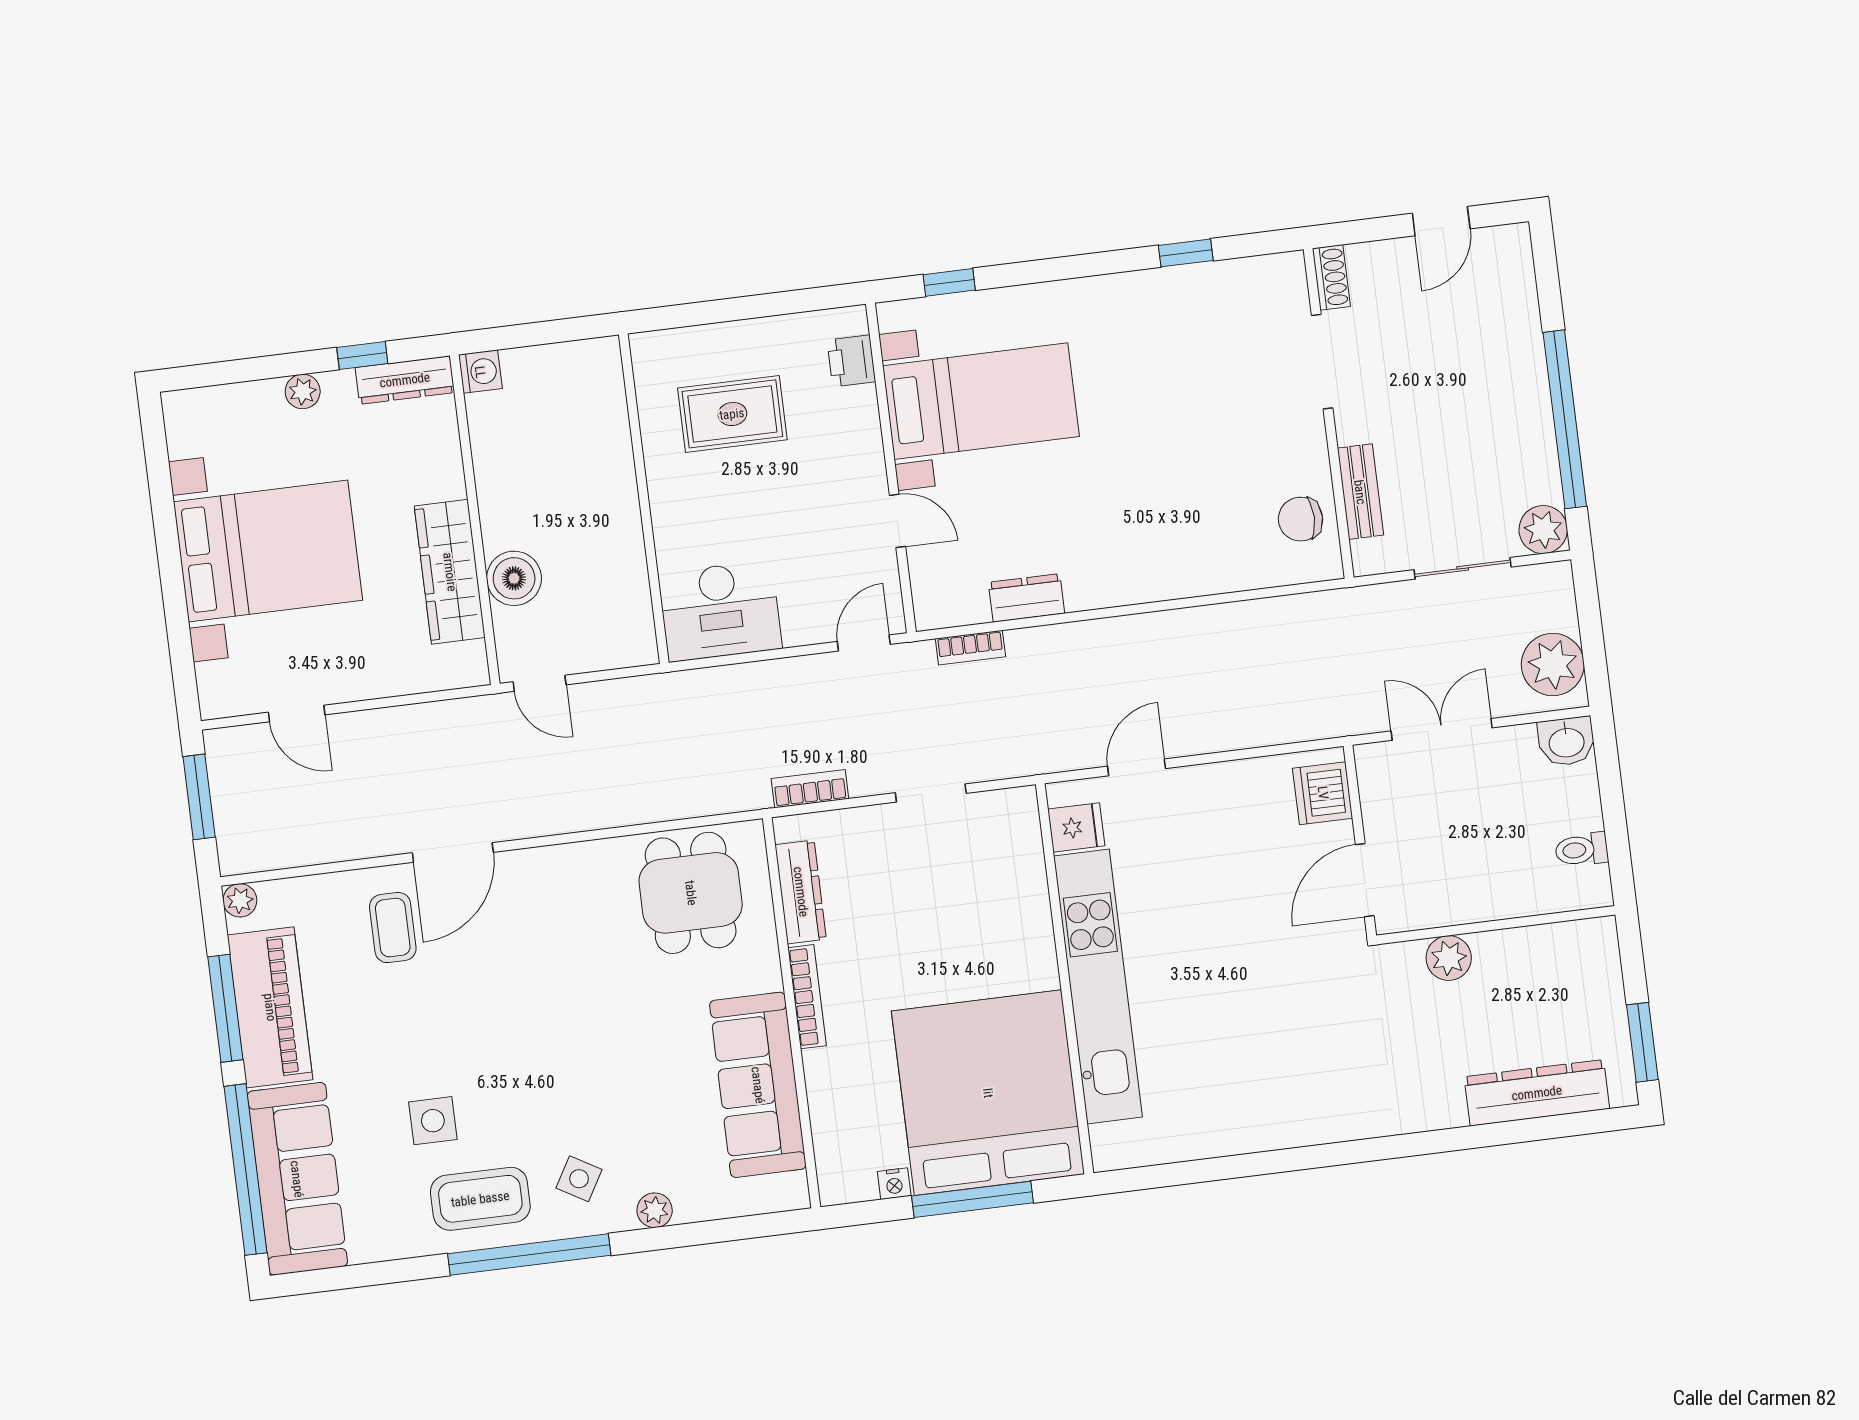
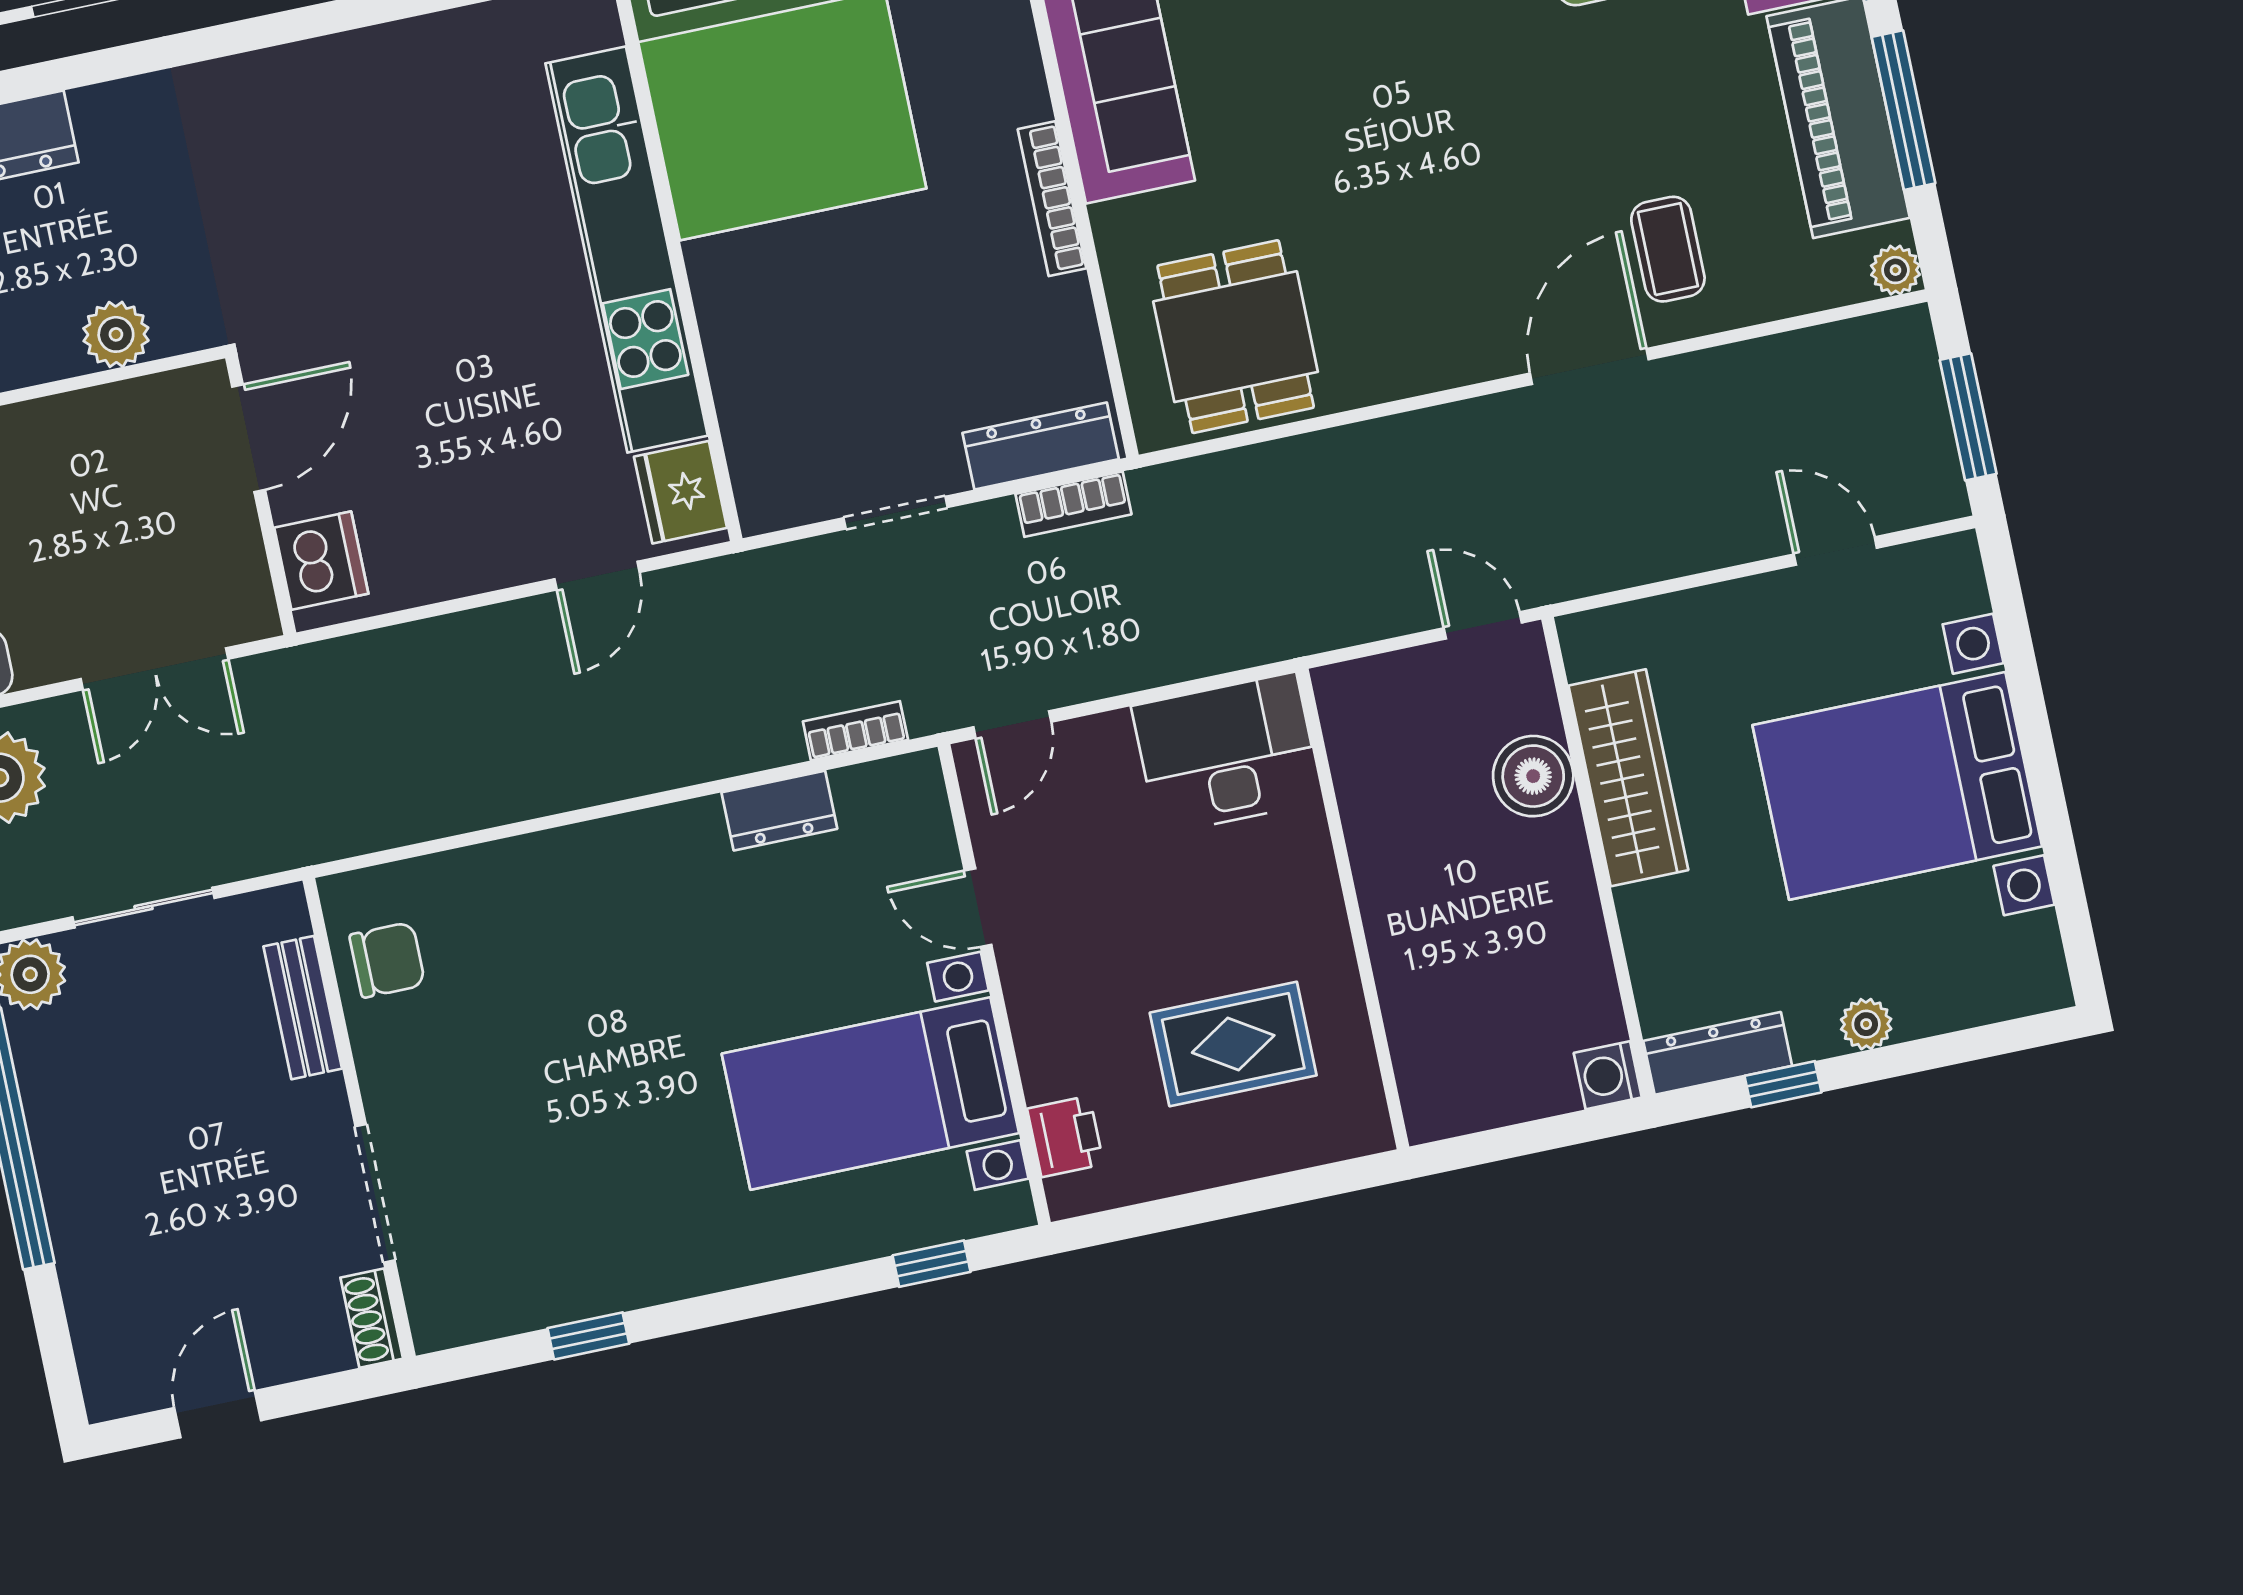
fridge: (1076, 827) -> (681, 492), width x1.38
dresser: (801, 892) -> (1041, 446), moved, turned 90

